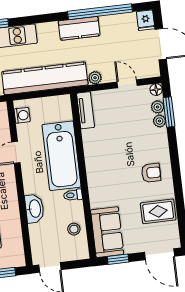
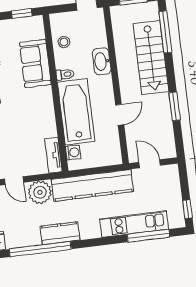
plant: (95, 78) -> (40, 192), width x1.88, depth x1.88
washing machine: (22, 115) -> (73, 152), moved, turned 180
sofa: (107, 232) -> (35, 63), moved

